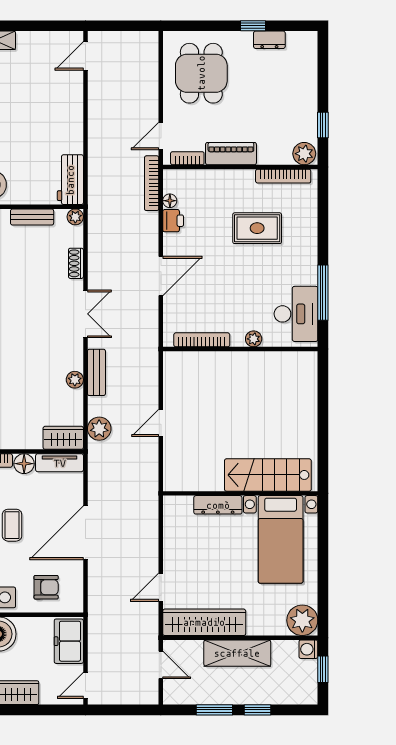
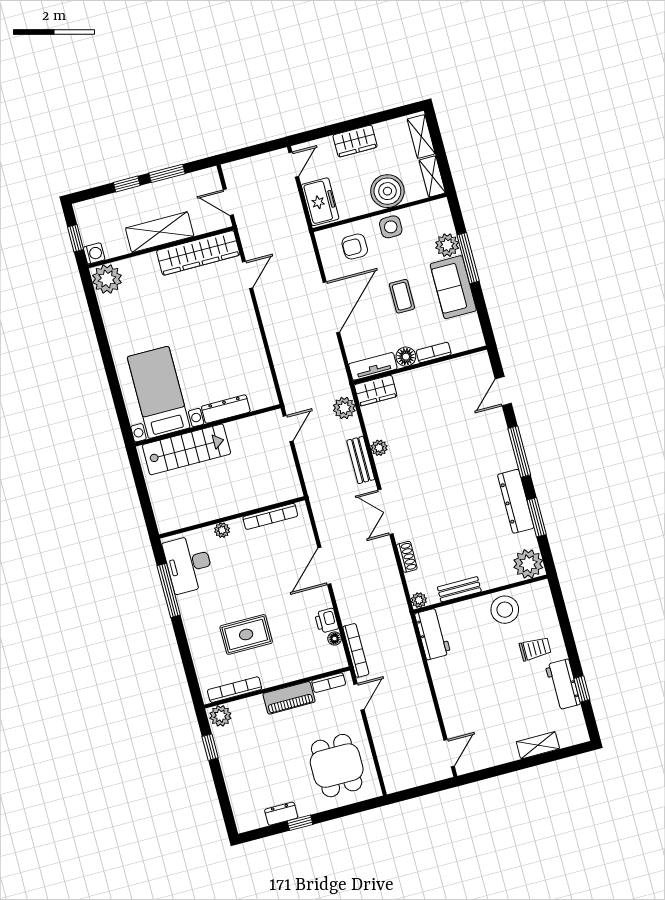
stairs: (268, 475) -> (186, 449), moved
wall: (240, 493) -> (208, 425), moved
dresser: (218, 505) -> (226, 409), moved
bed with nightstands: (281, 539) -> (159, 392), moved

